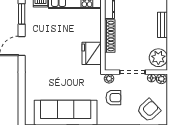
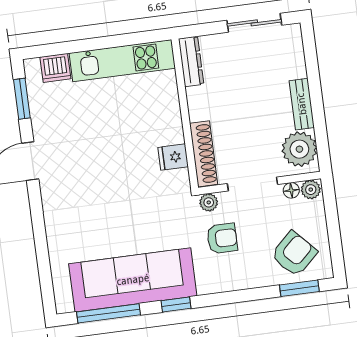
bench: (162, 25) -> (302, 104), moved
shoe rack: (110, 36) -> (204, 154), moved
fridge: (92, 53) -> (173, 157), width x0.53, depth x0.75

